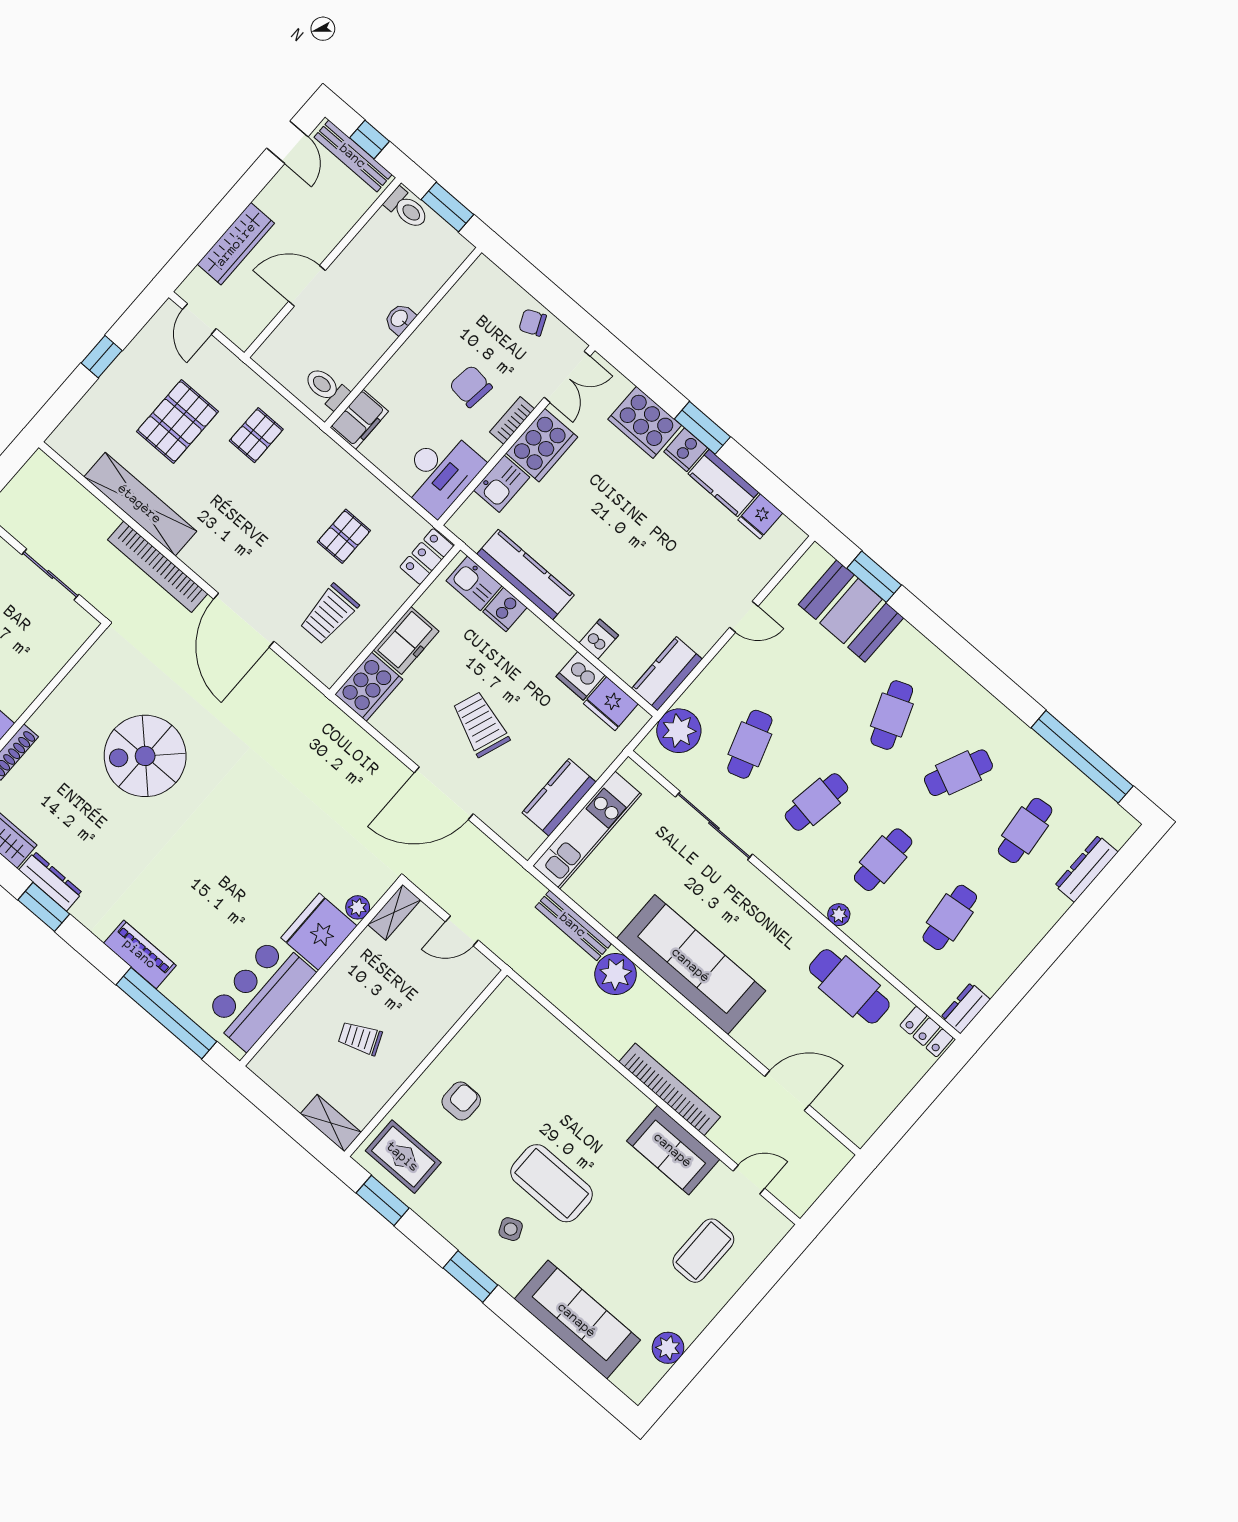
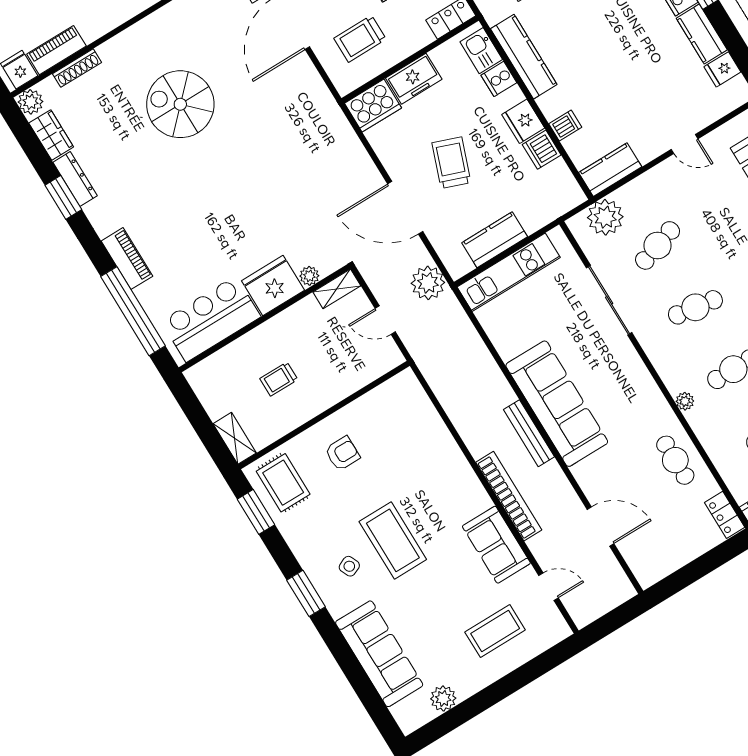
fridge: (611, 704) -> (523, 121), moved
bench: (573, 925) -> (529, 433), moved
plant: (616, 974) -> (428, 283), moved
cafe table: (849, 986) -> (675, 460), width x0.73, depth x0.74
trolley: (360, 1038) -> (279, 379), turned -67

